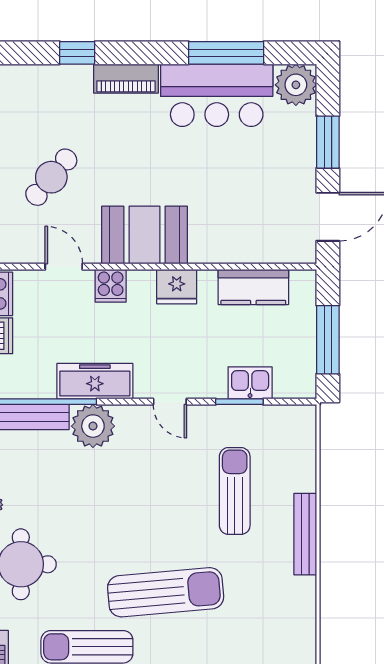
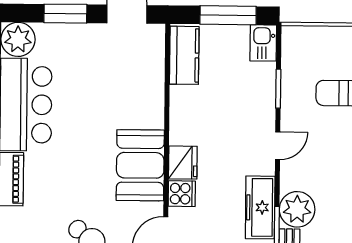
fridge: (177, 287) -> (183, 163), moved
kitchen counter: (253, 287) -> (184, 55), moved
kitchen sink: (250, 383) -> (263, 43), moved

